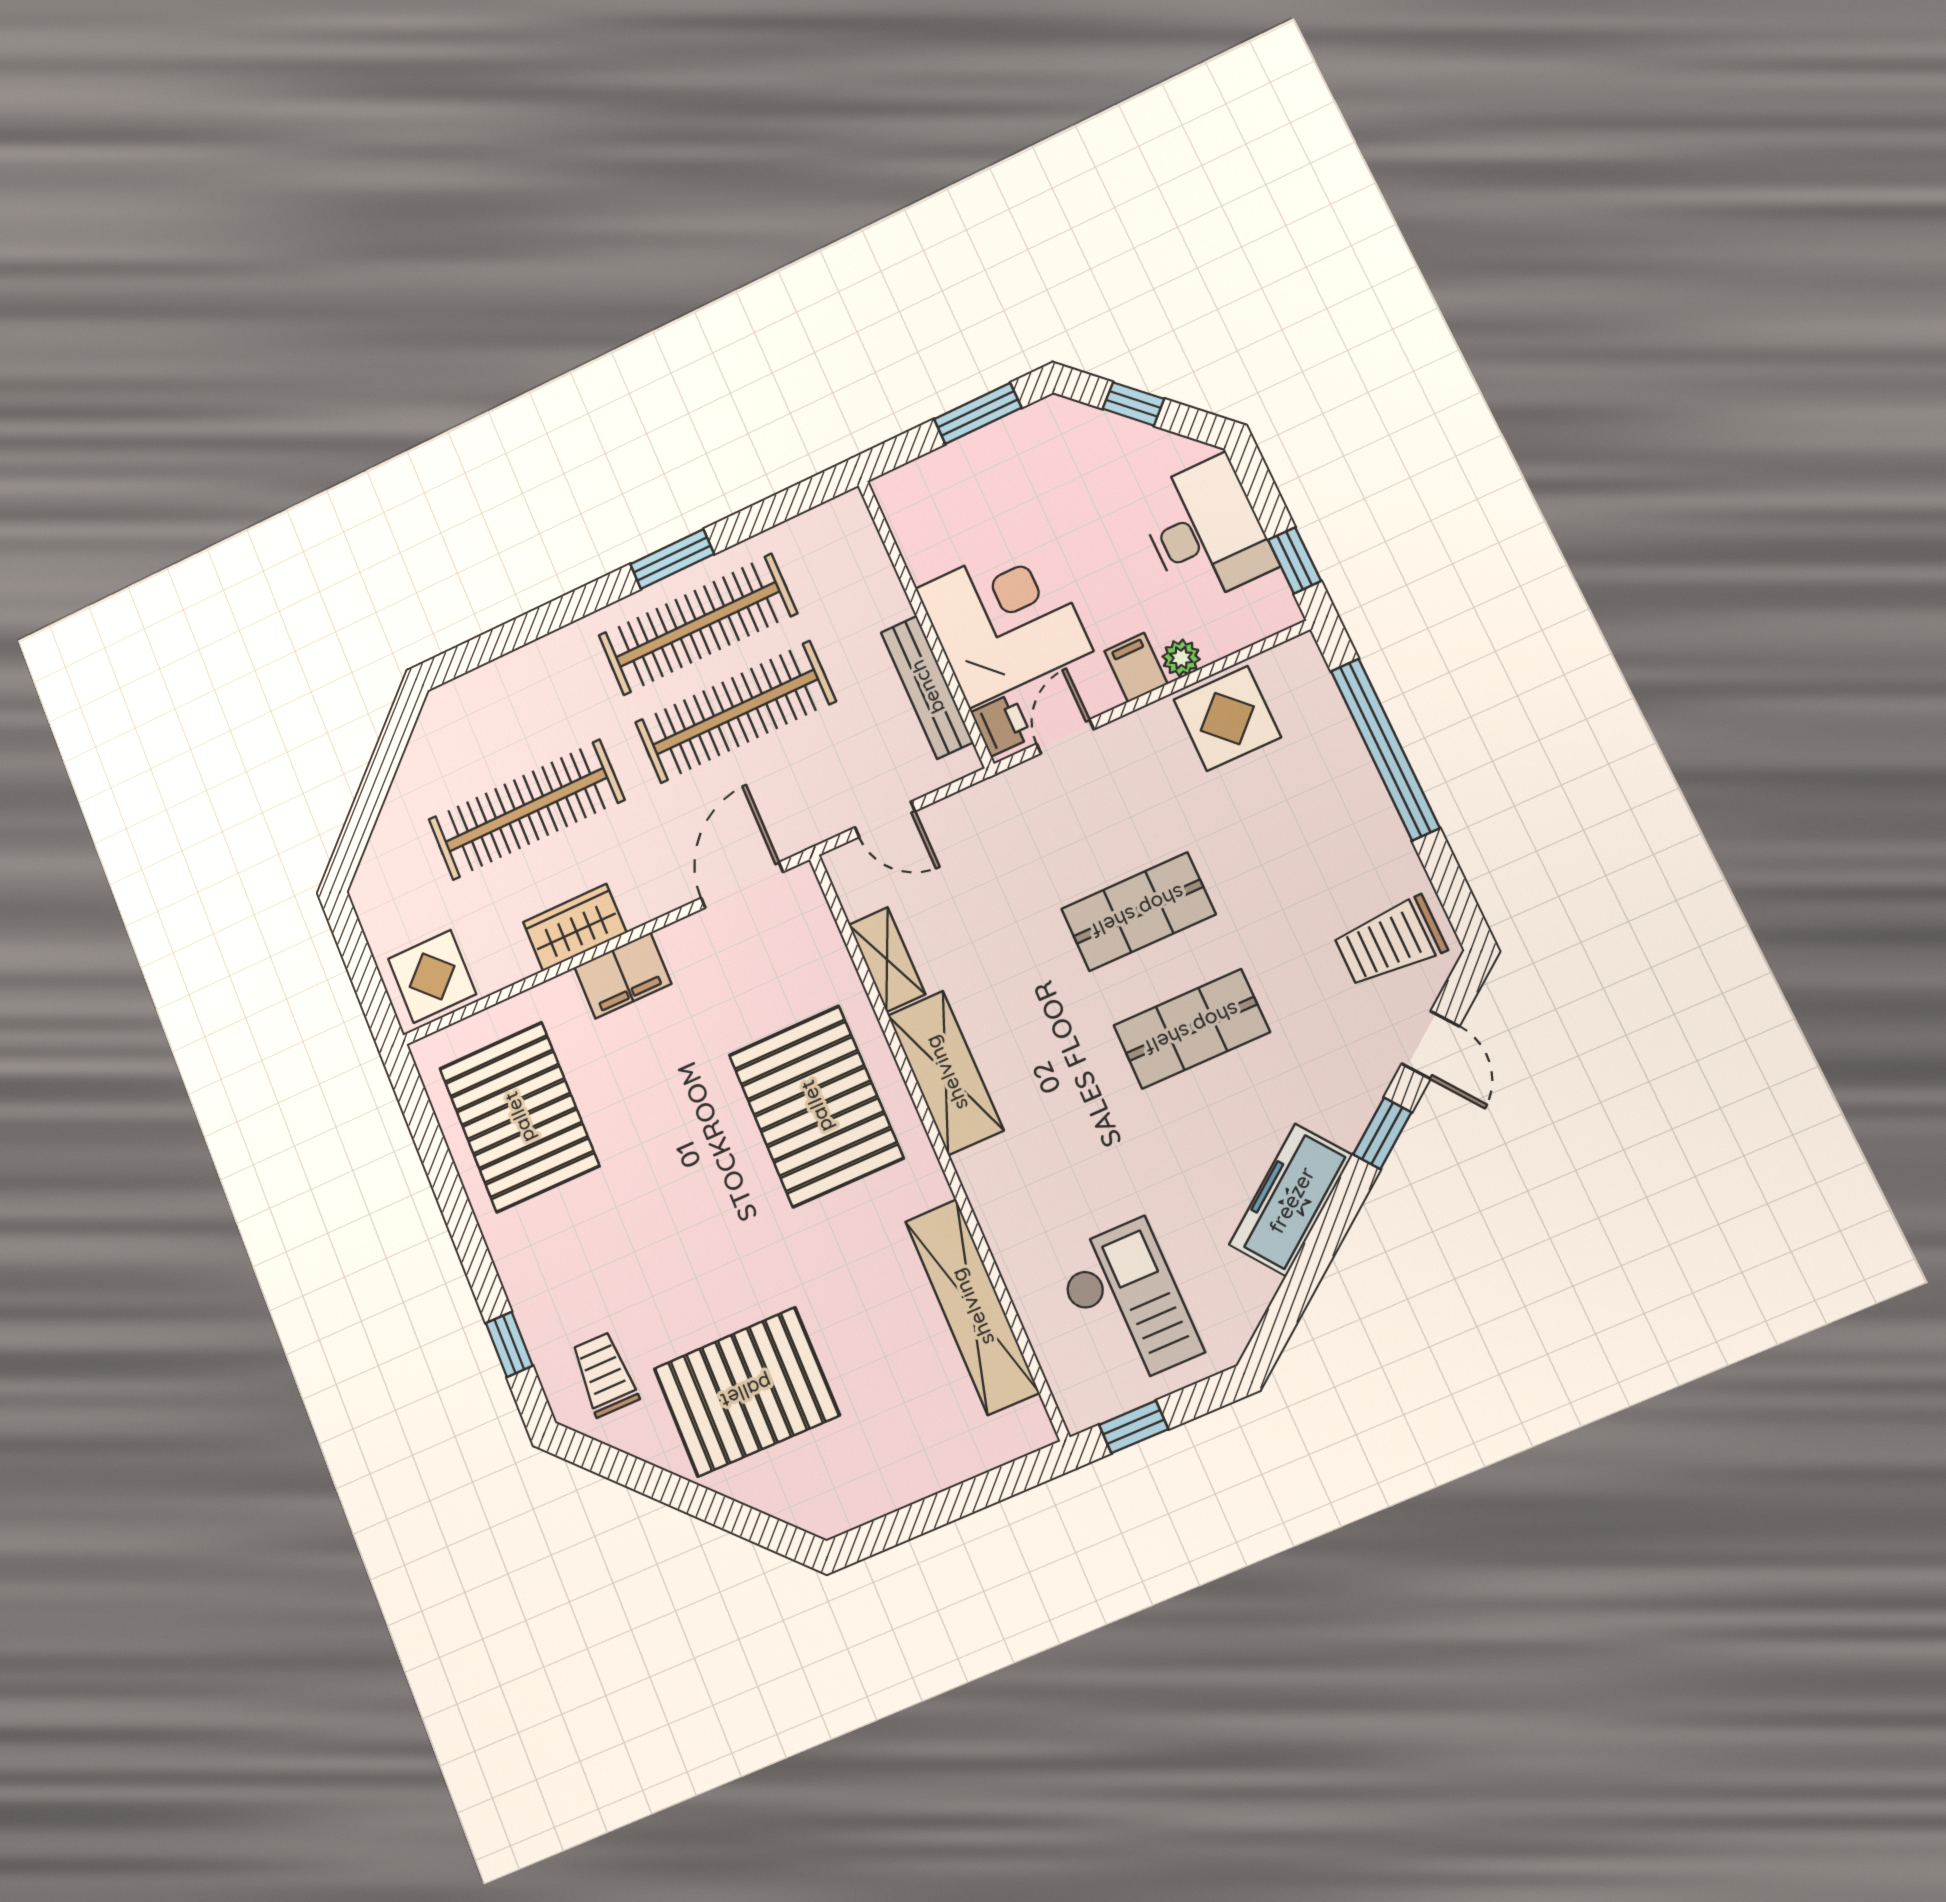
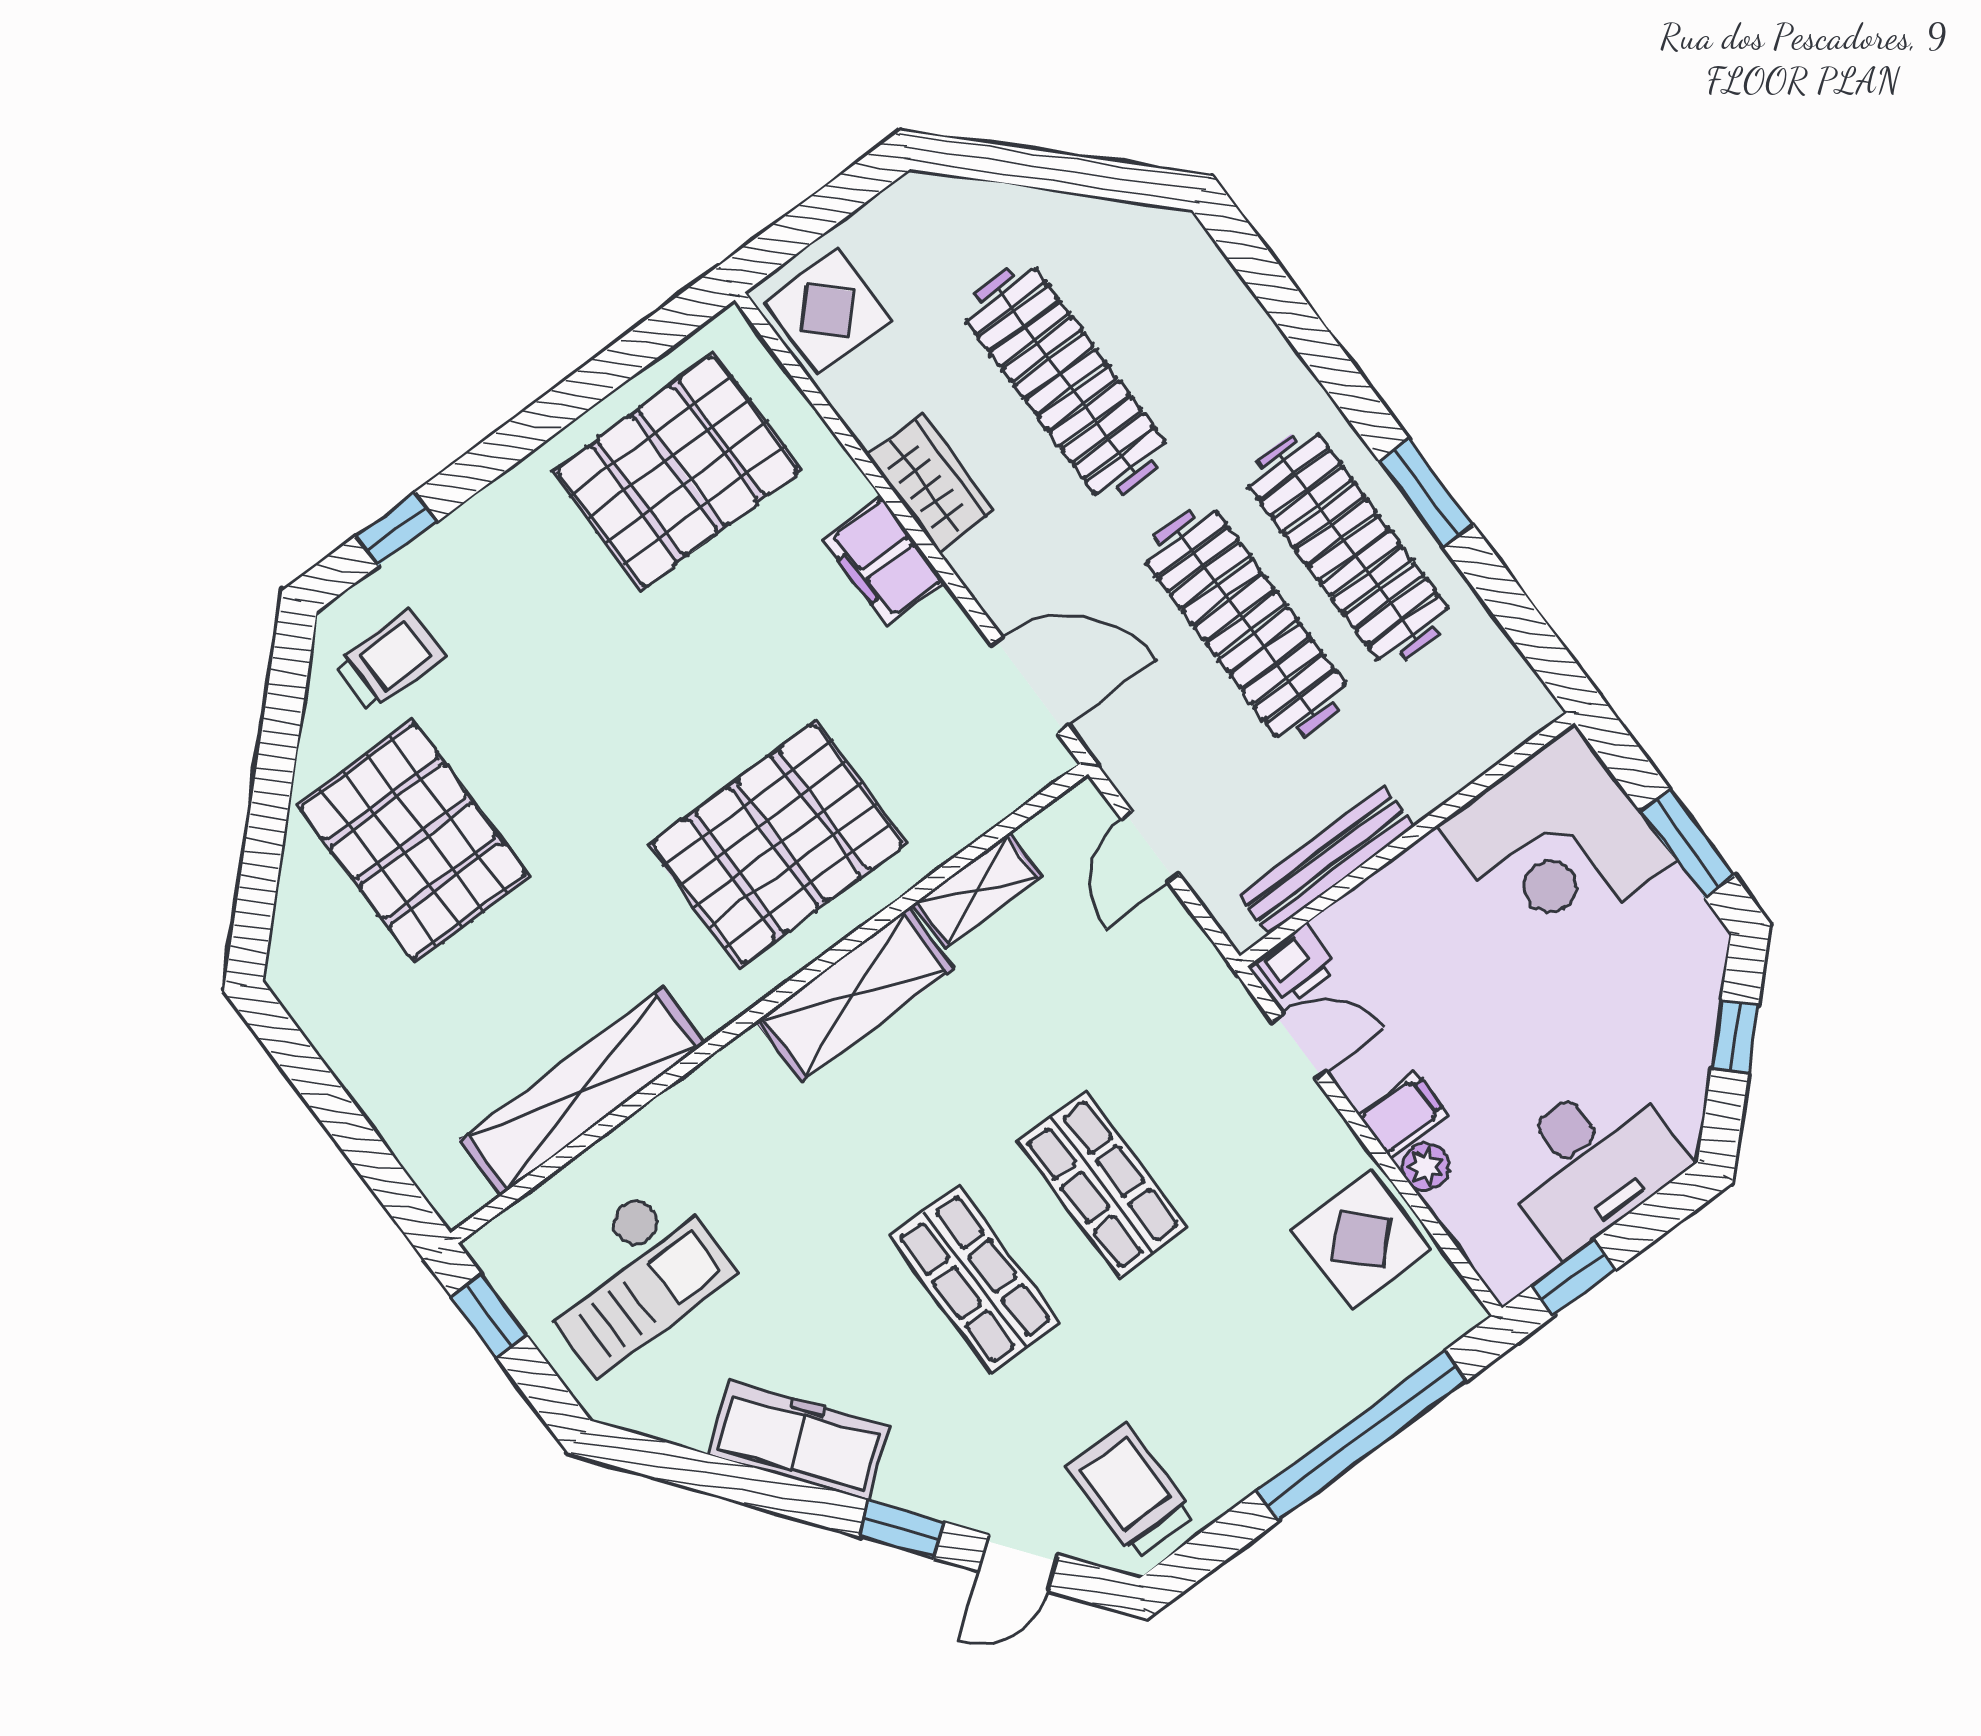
corner desk: (1004, 620) -> (1557, 843), moved, turned 90

